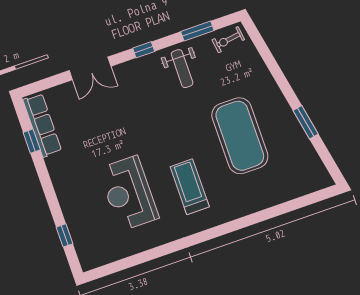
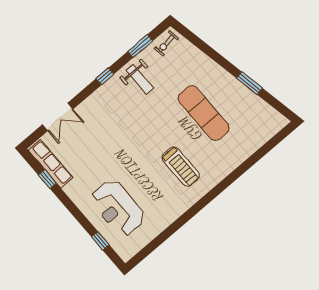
double door: (90, 68) -> (58, 117), moved
exercise mat: (240, 136) -> (204, 113), width x0.68
treadmill: (190, 187) -> (181, 167), turned 180
reception desk: (129, 193) -> (118, 208), moved

